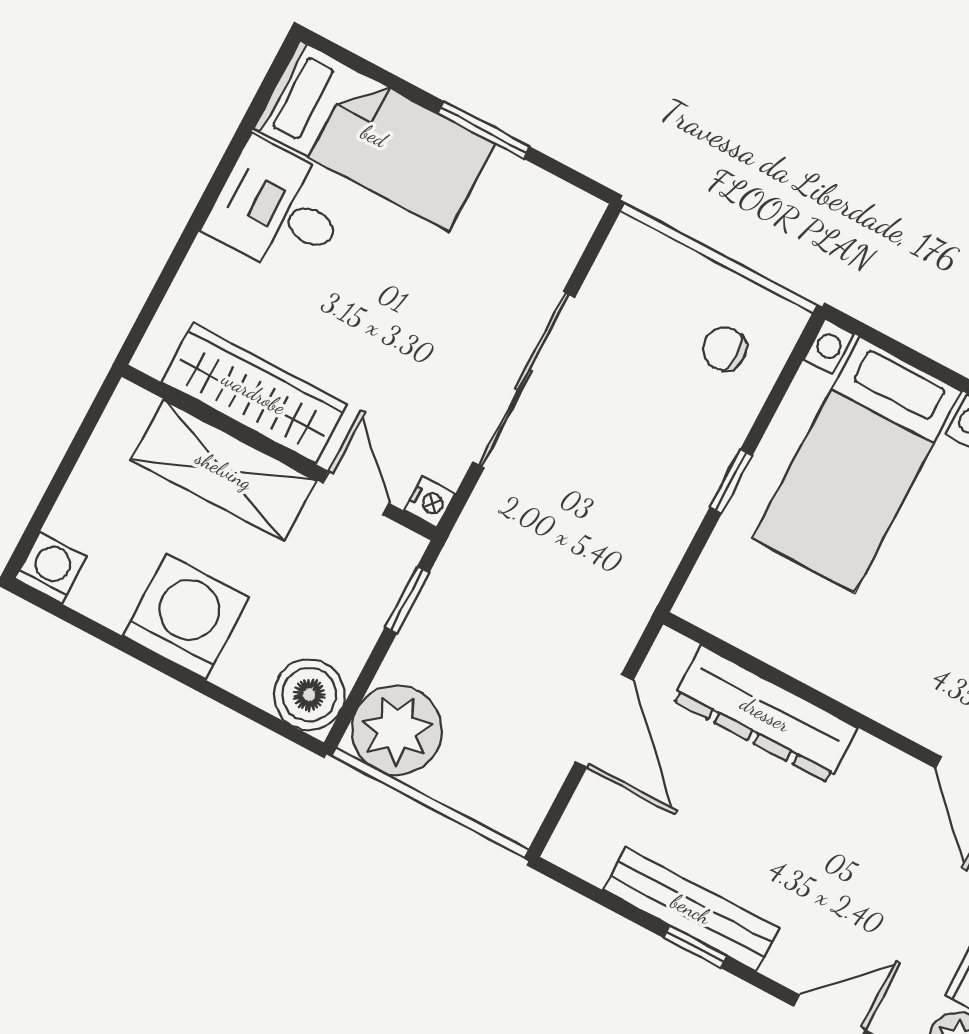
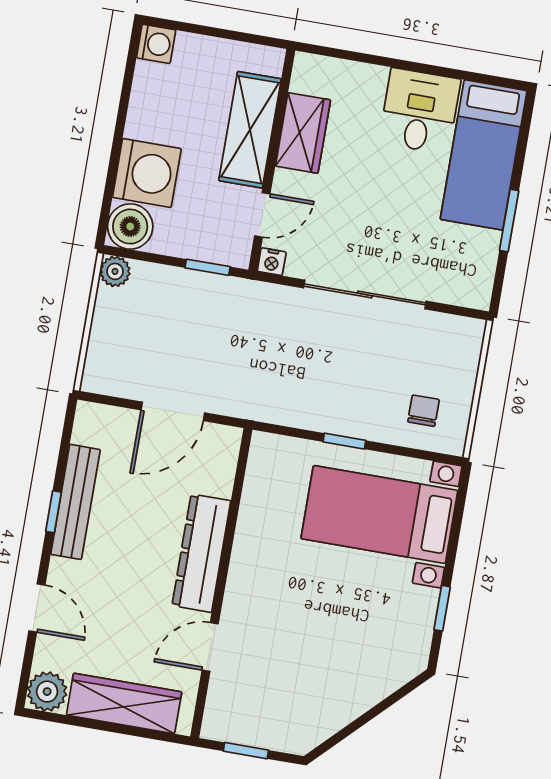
wardrobe: (254, 393) -> (303, 133), width x0.67
washing machine: (186, 617) -> (147, 173), moved
dresser: (765, 714) -> (201, 553), moved
plant: (397, 730) -> (115, 271), width x0.53, depth x0.53

